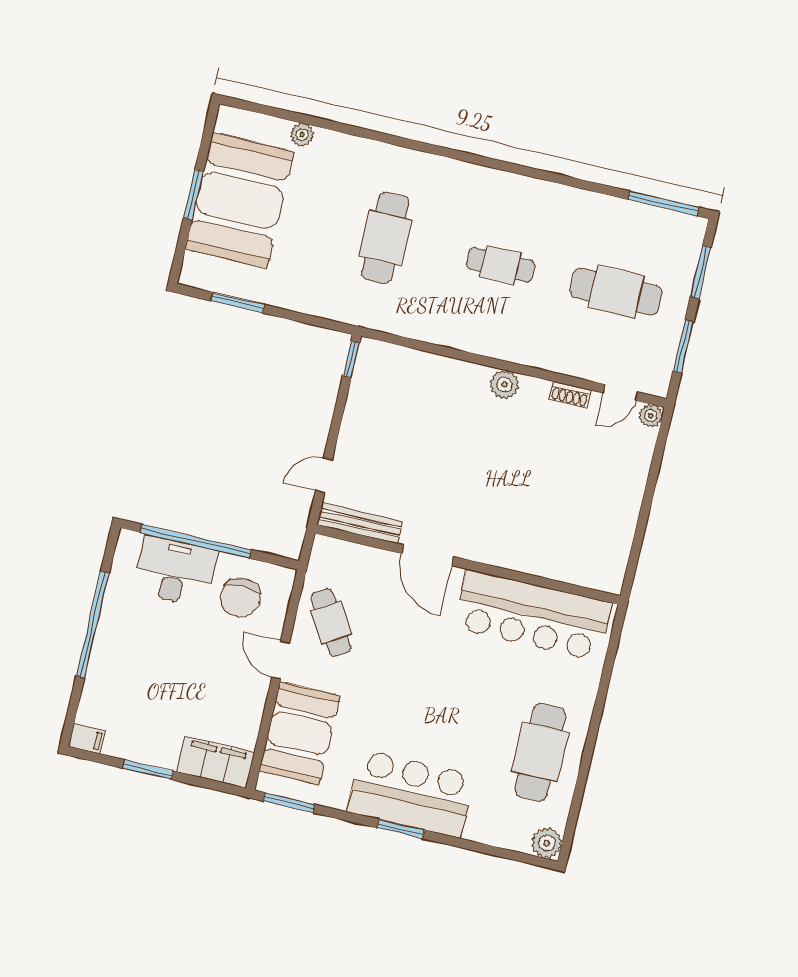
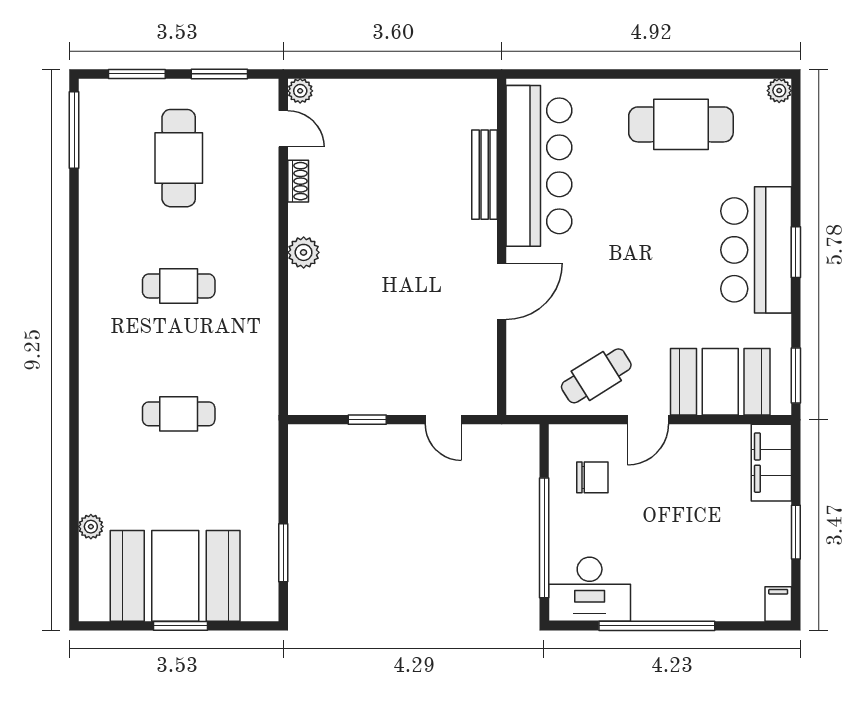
cafe table: (385, 238) -> (179, 414), width x0.73, depth x0.74
cafe table: (501, 265) -> (179, 286), turned 90
window: (351, 359) -> (367, 420), moved
bench: (360, 523) -> (485, 175), moved
desk: (175, 571) -> (590, 589), moved, turned -90
chair: (240, 598) -> (592, 477), width x0.73, depth x0.73
plant: (547, 843) -> (779, 91), width x0.73, depth x0.73

